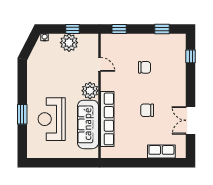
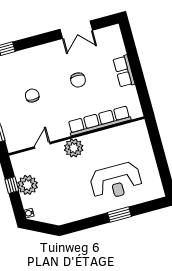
sofa: (88, 124) -> (111, 140), removed
row of seats: (161, 152) -> (124, 71), moved

